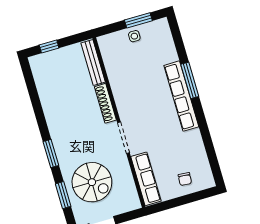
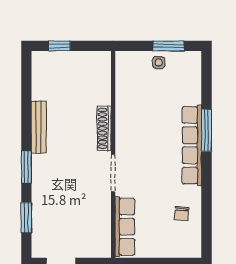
bench: (93, 62) -> (39, 127), moved
chair: (185, 179) -> (182, 214), moved
spiral stairs: (92, 182) -> (63, 213), removed

